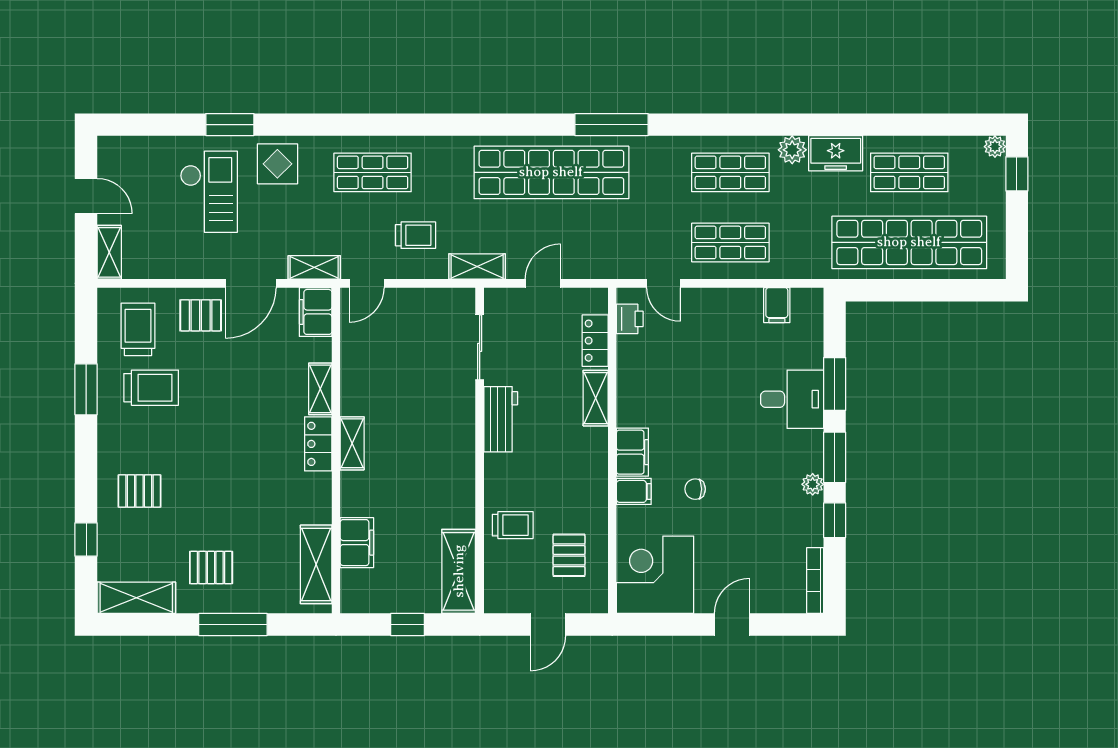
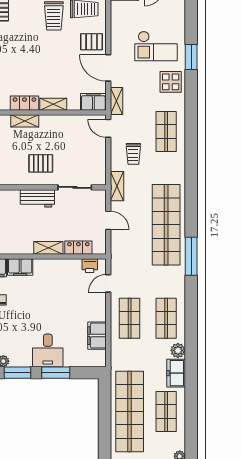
filing cabinet: (777, 305) -> (97, 336), width x2.00
pallet: (201, 315) -> (92, 42), turned 90
pallet: (434, 413) -> (41, 163), added

